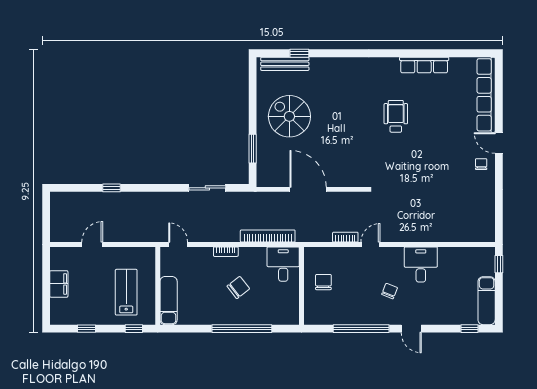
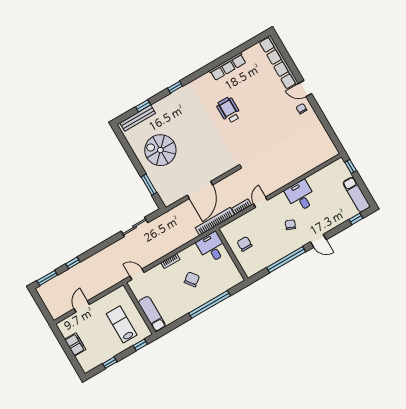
window: (349, 53) -> (175, 87), added
window: (72, 188) -> (47, 278), added
door: (308, 189) -> (200, 190), swing flipped
bookcase: (268, 236) -> (215, 221), moved

